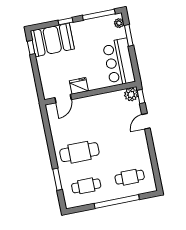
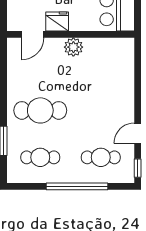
plant: (131, 94) -> (73, 47), moved
window: (141, 96) -> (138, 168), moved
door: (146, 121) -> (138, 133), moved

